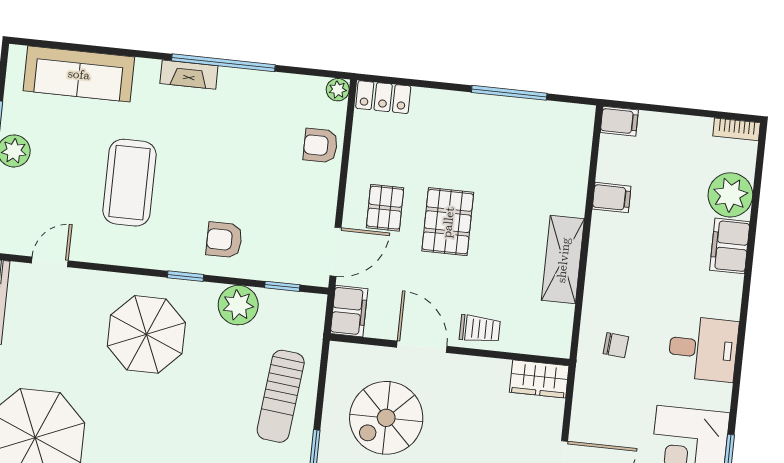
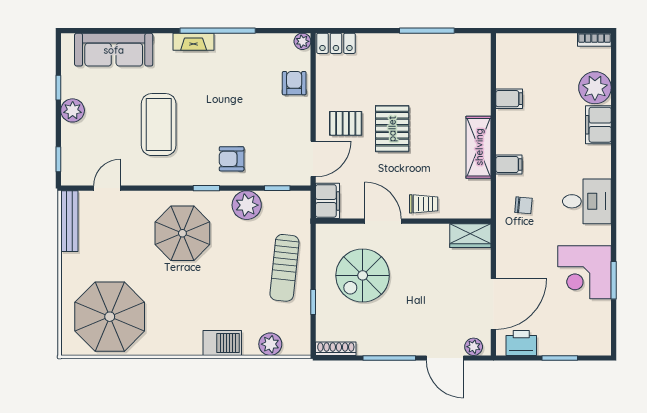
filing cabinet: (619, 121) -> (509, 165), moved
armchair: (320, 146) -> (294, 83), turned 90
pallet: (385, 208) -> (346, 123), turned 90

